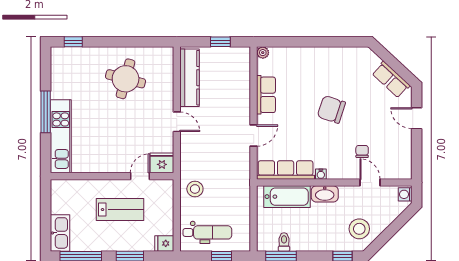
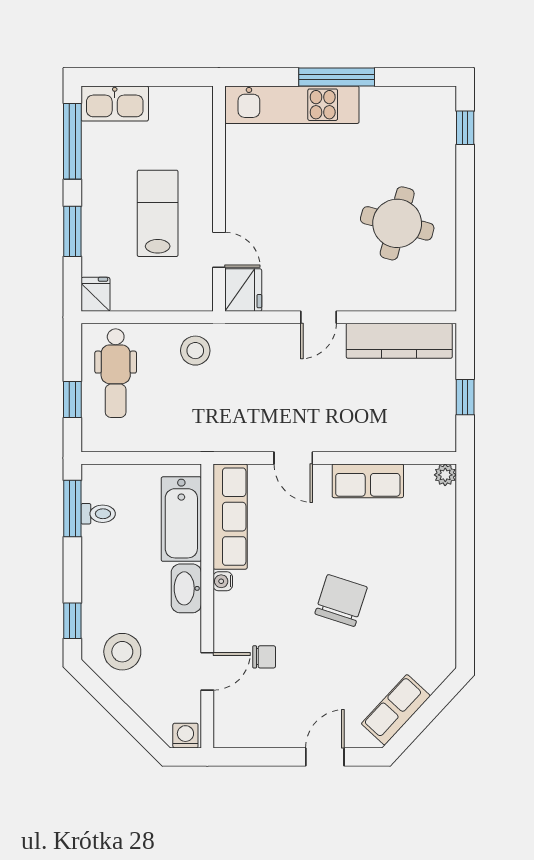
lab bench: (120, 210) -> (158, 213), turned 180

